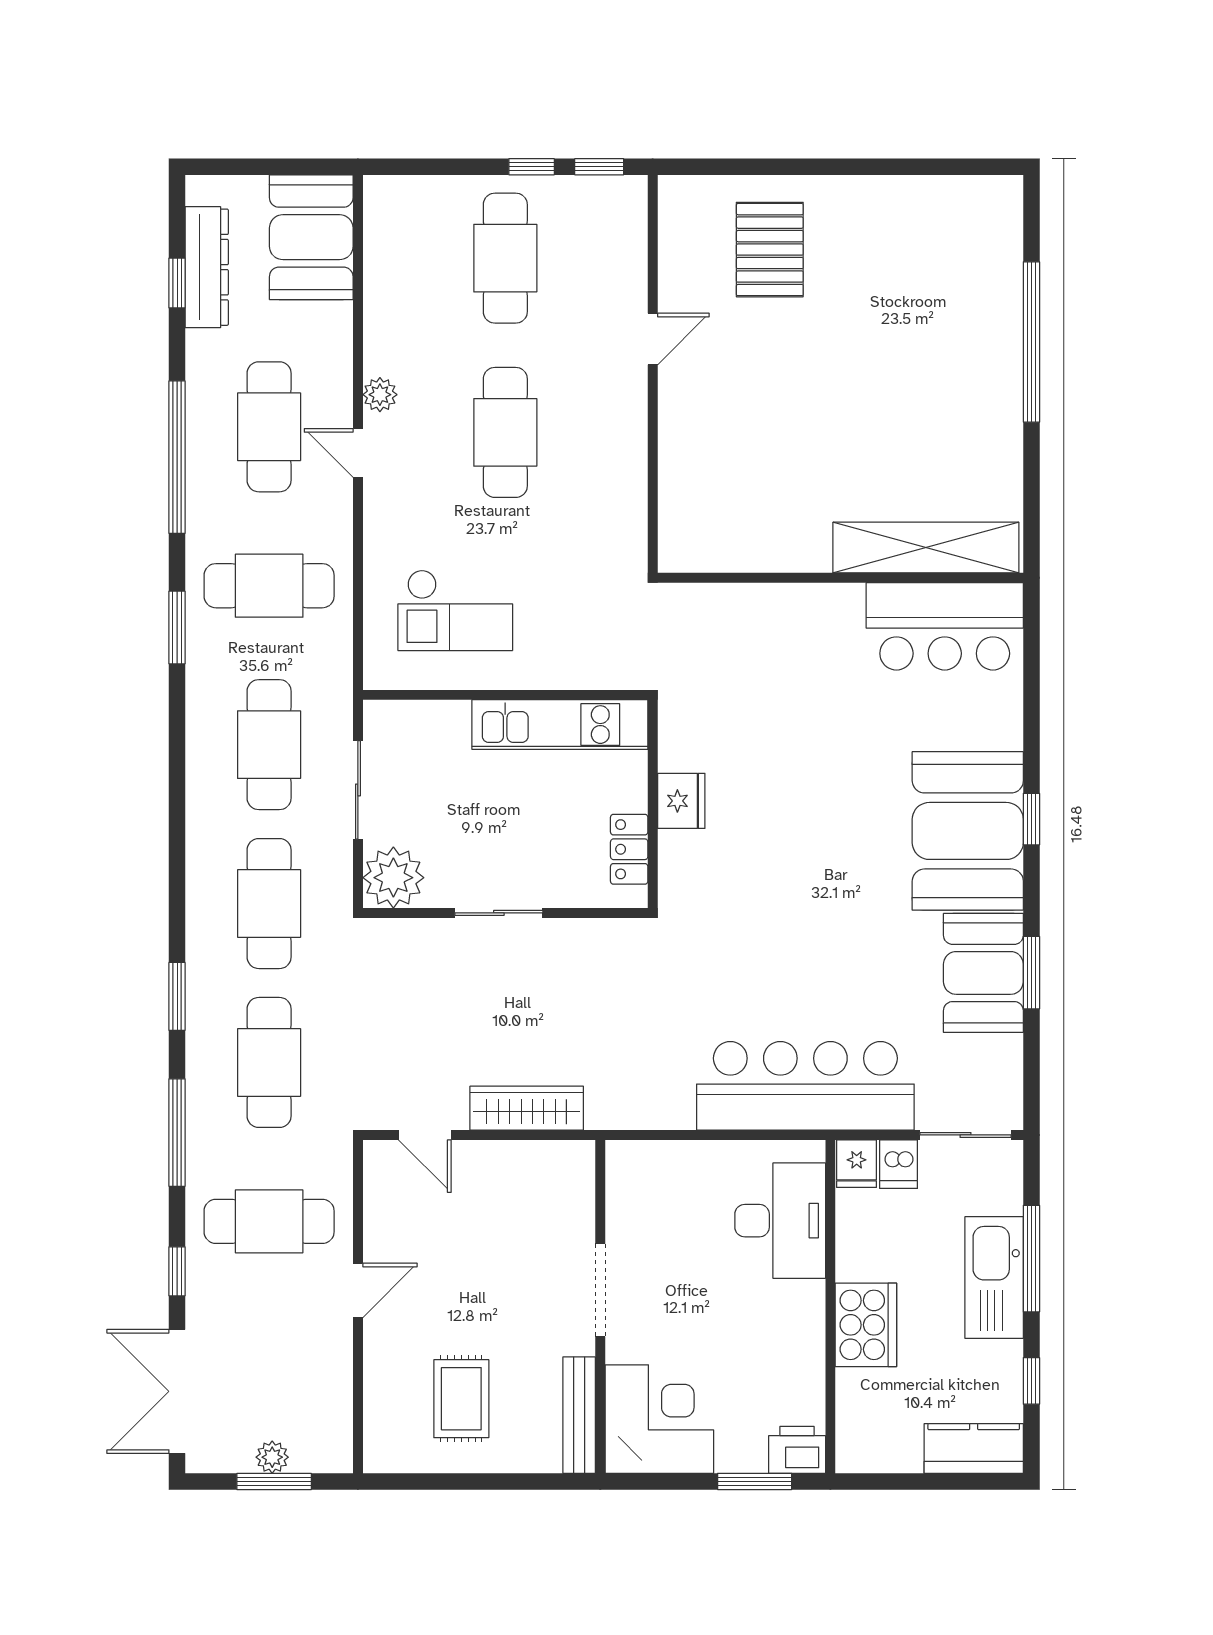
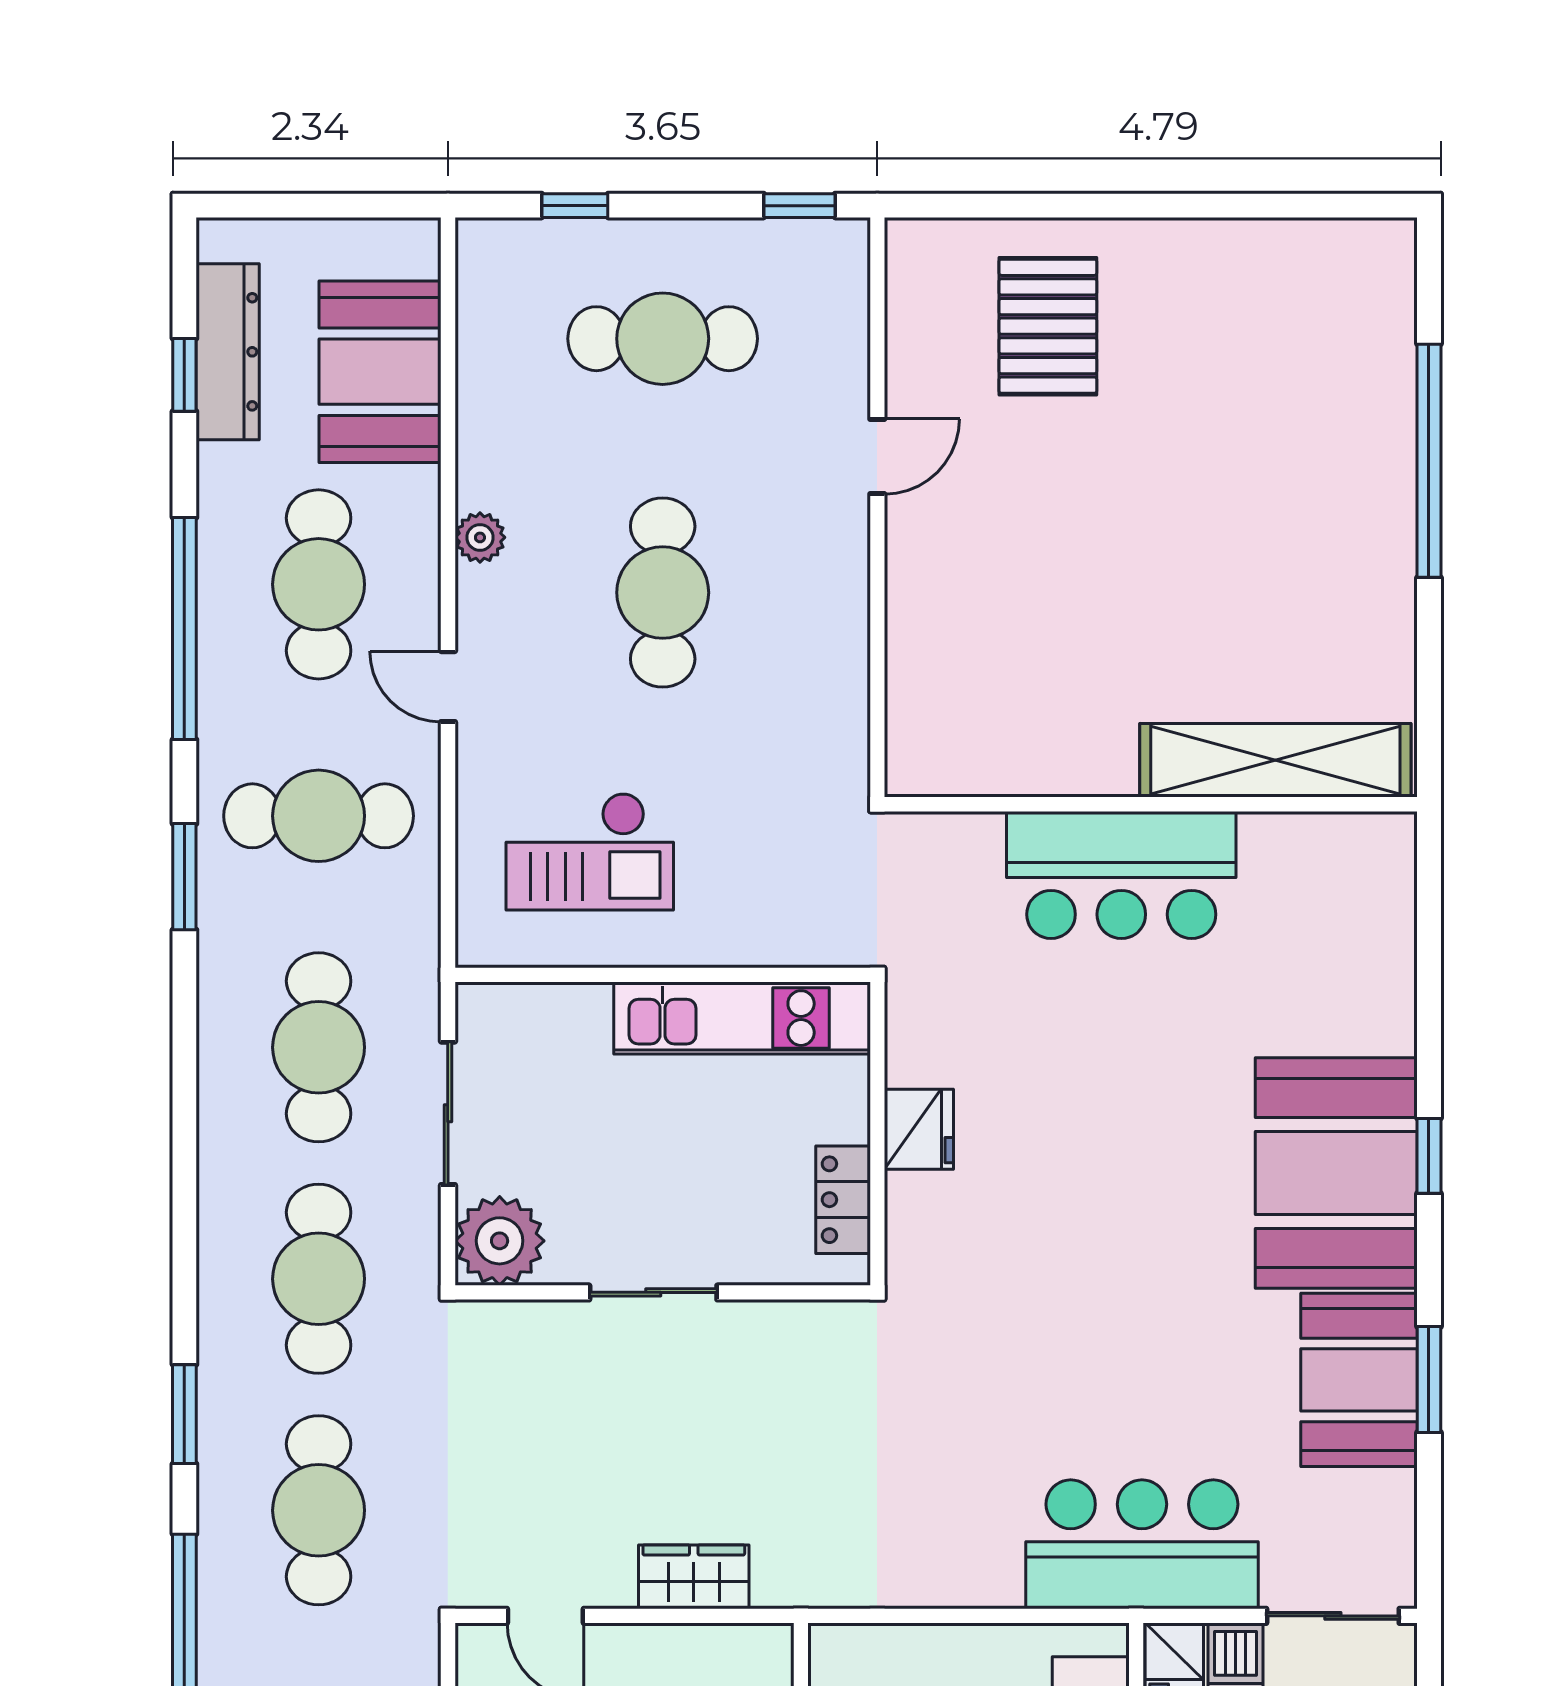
window: (532, 167) -> (575, 206), moved
booth: (311, 237) -> (380, 372), moved
cafe table: (505, 258) -> (663, 339), turned 90
door: (358, 453) -> (448, 687), moved
bar counter: (945, 626) -> (1121, 875), moved
bar counter: (805, 1086) -> (1142, 1544), width x0.73
wardrobe: (527, 1108) -> (694, 1577), width x0.67

